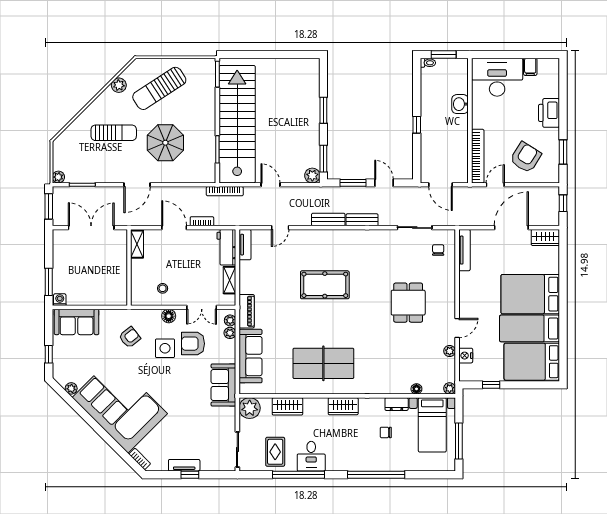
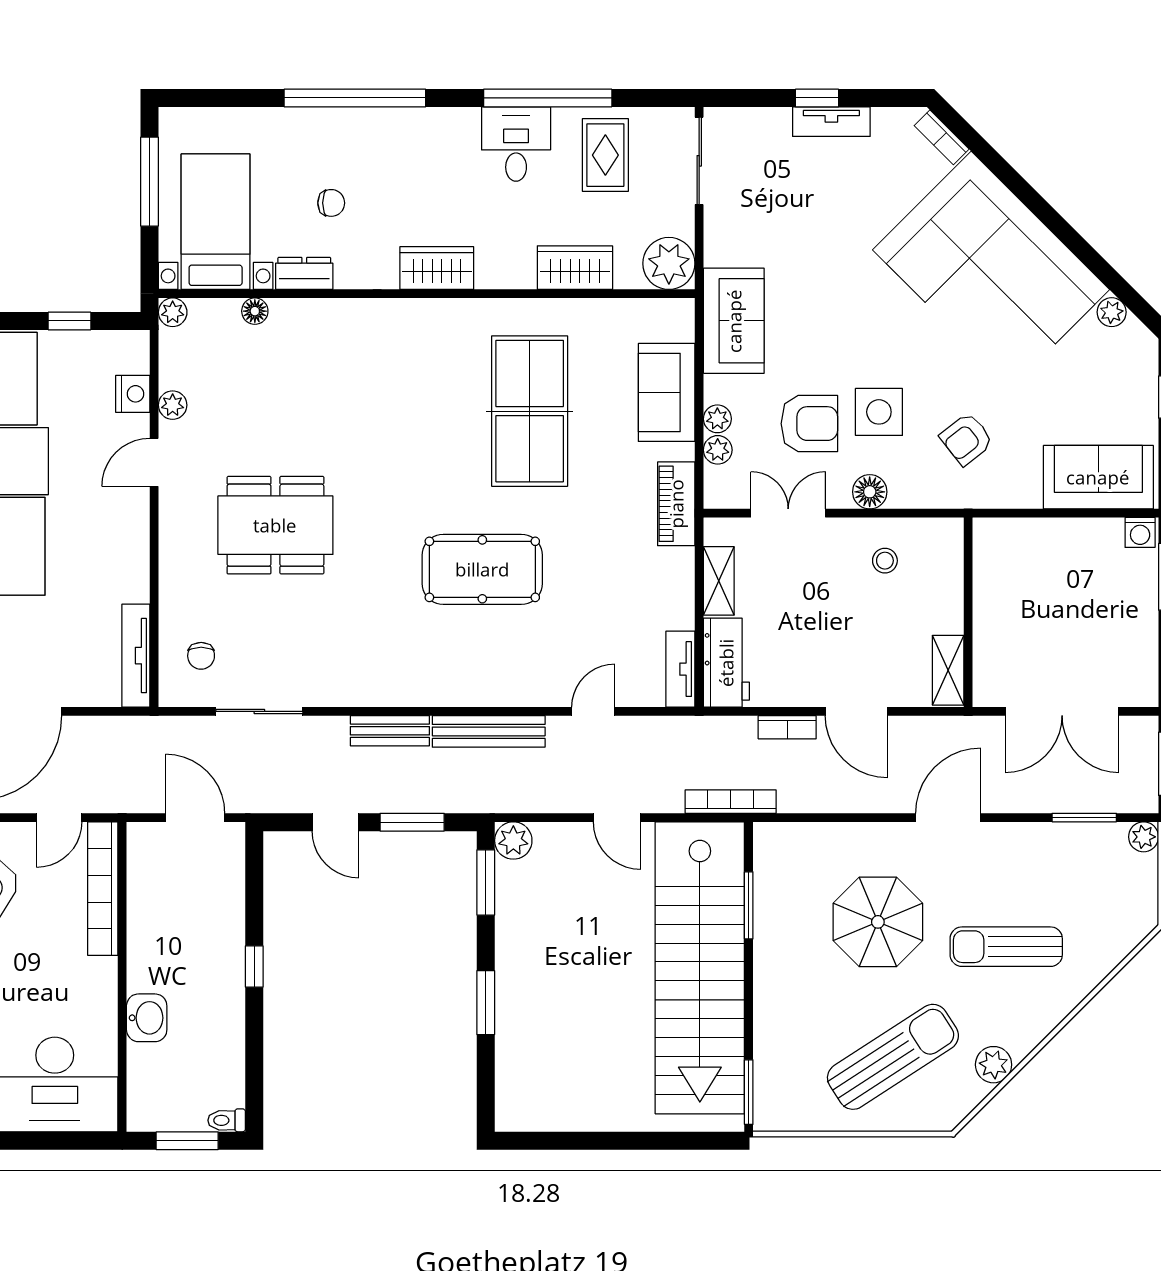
bench: (328, 219) -> (489, 731), width x1.36
dining table: (408, 303) -> (275, 525), width x1.38
plant: (230, 320) -> (717, 419), moved
sofa: (251, 356) -> (667, 392), width x0.73
table tennis table: (323, 363) -> (530, 411), moved, turned 90

